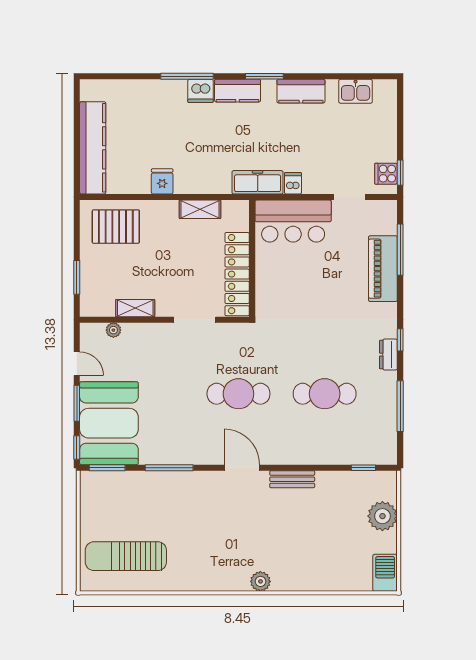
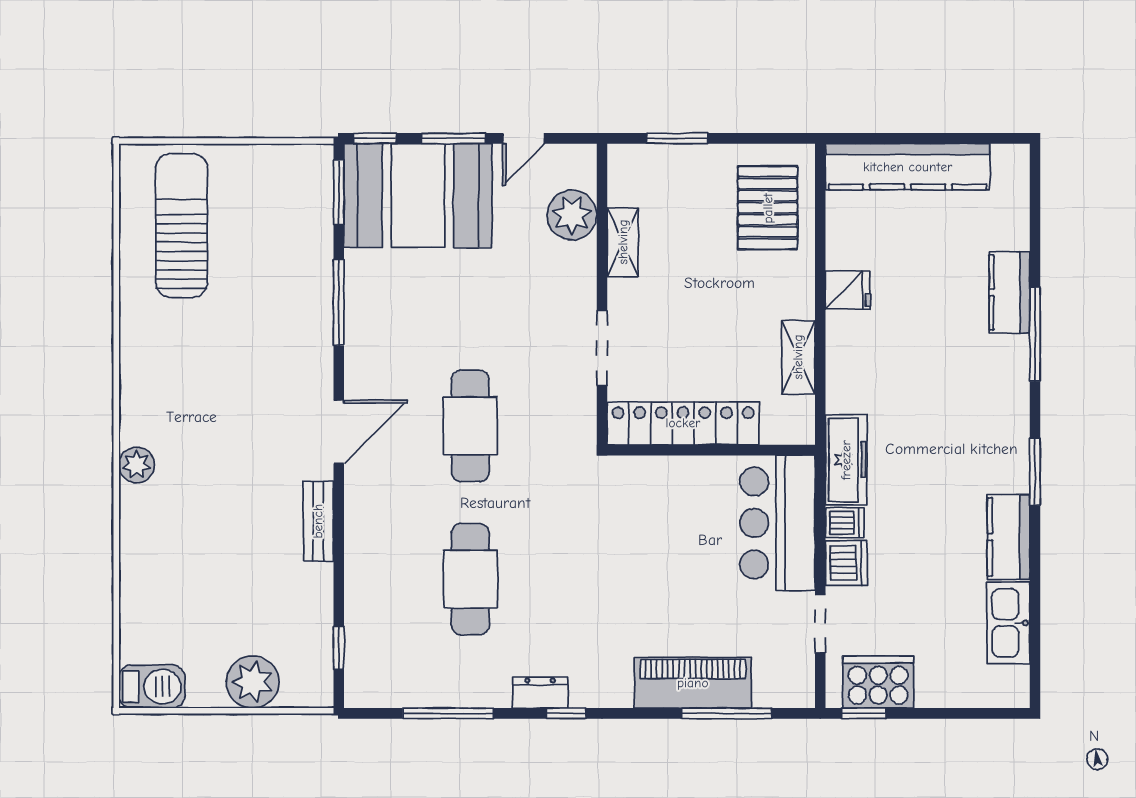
dishwasher: (201, 91) -> (846, 563), moved, turned 180
kitchen counter: (238, 91) -> (1009, 292), moved
kitchen sink: (356, 91) -> (1008, 623), width x1.38
cooker: (386, 174) -> (878, 682), width x1.87, depth x1.31
plant: (113, 330) -> (572, 215), width x1.88, depth x1.88

